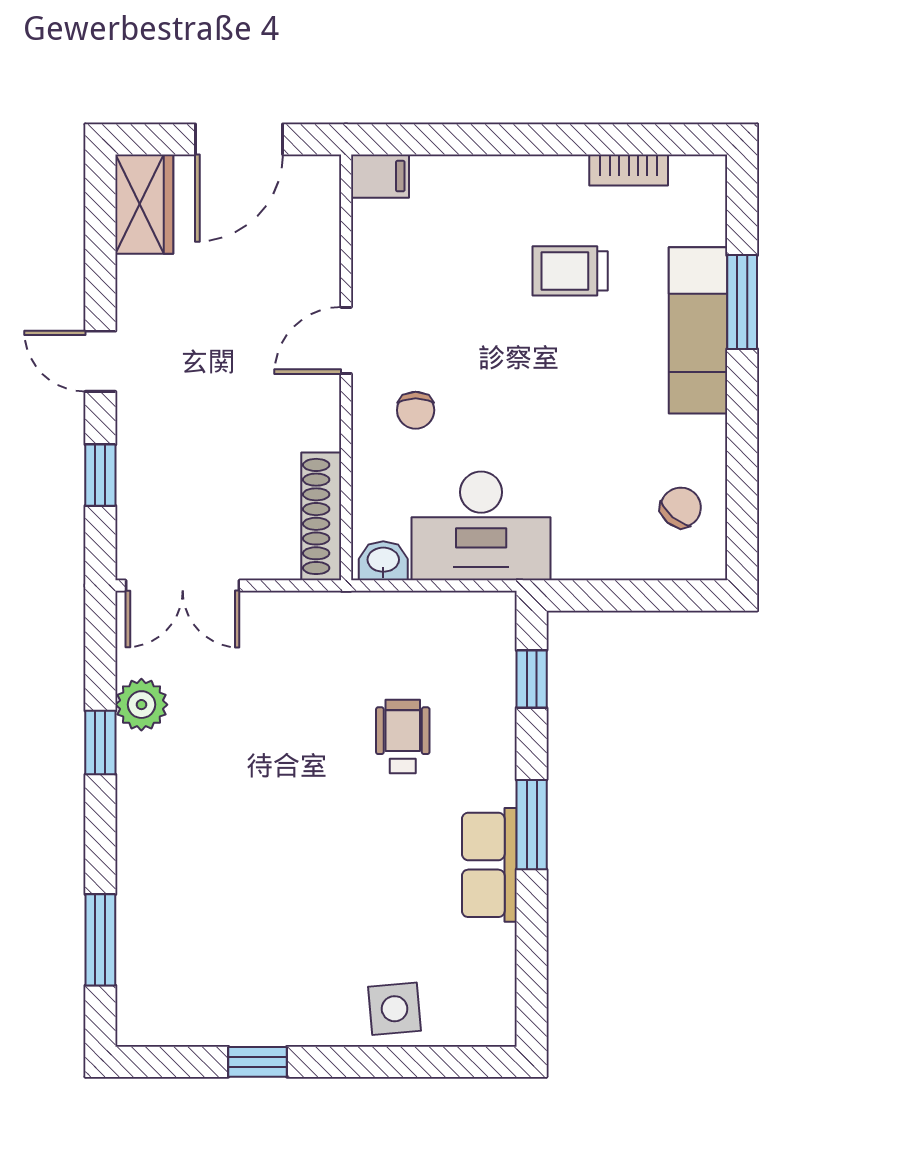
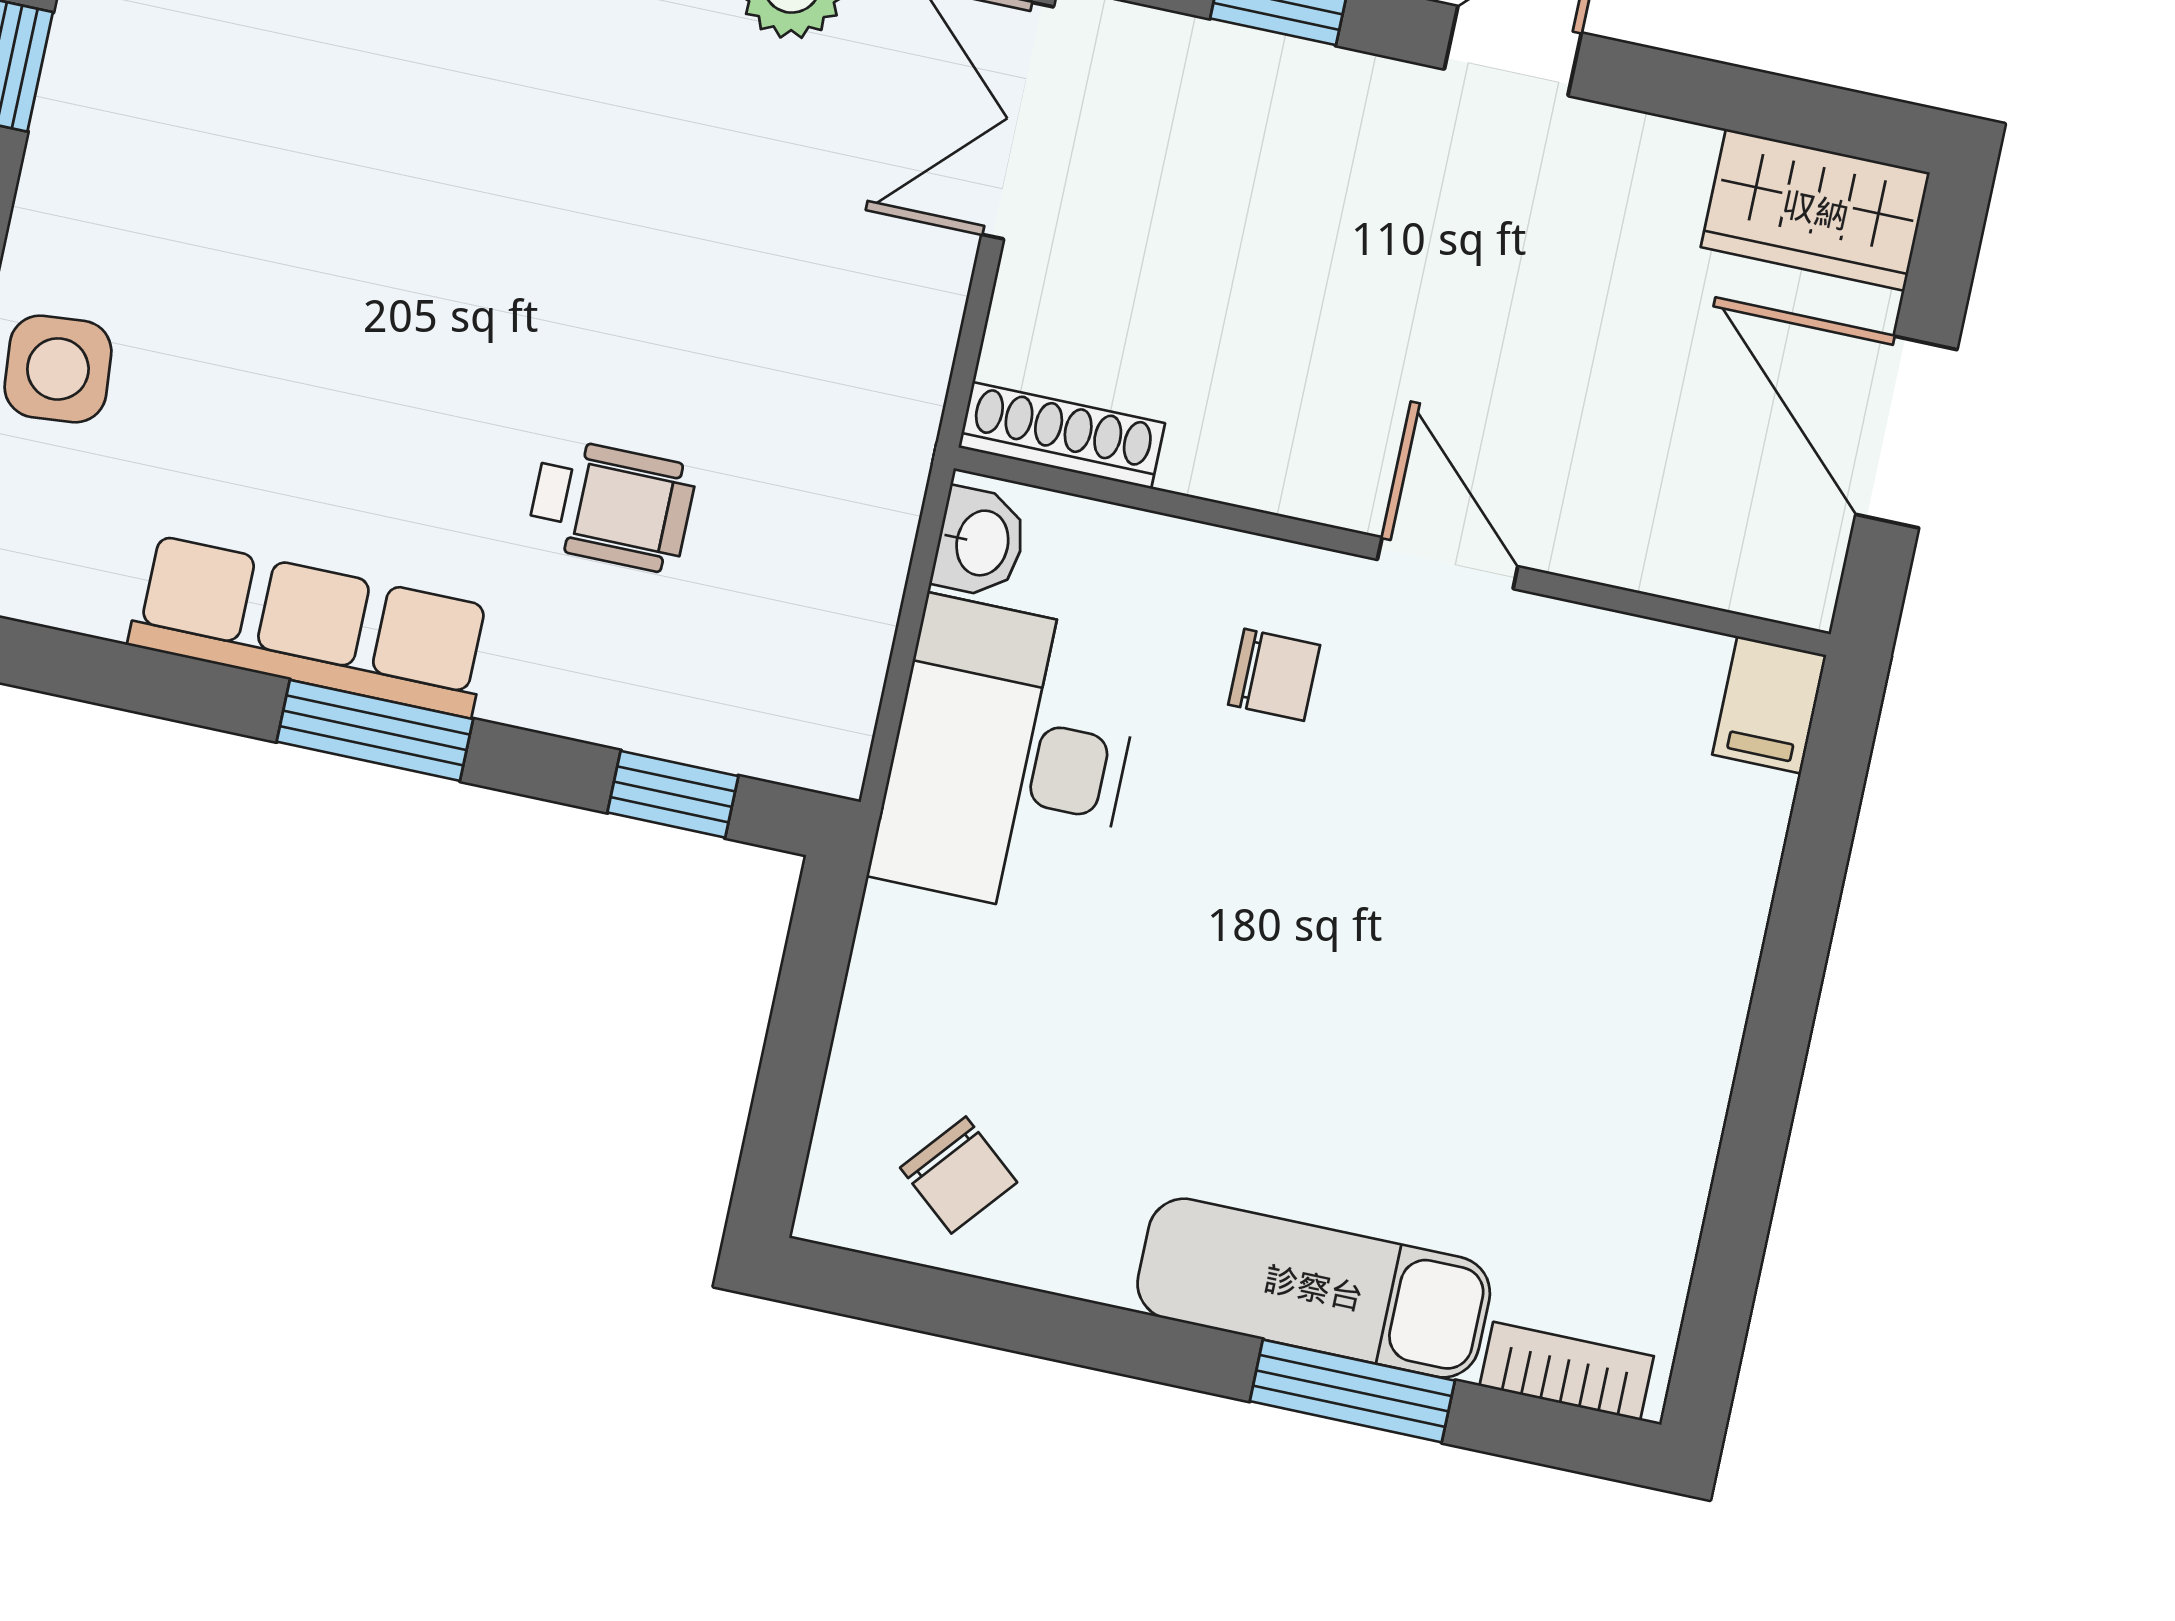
bookcase: (629, 170) -> (1567, 1371), moved, turned 90
trolley: (570, 271) -> (1492, 1052), removed
chair: (416, 410) -> (1274, 675), turned 180
shoe rack: (321, 516) -> (1062, 435), width x0.74, depth x0.81
row of seats: (489, 865) -> (311, 626), width x1.48

